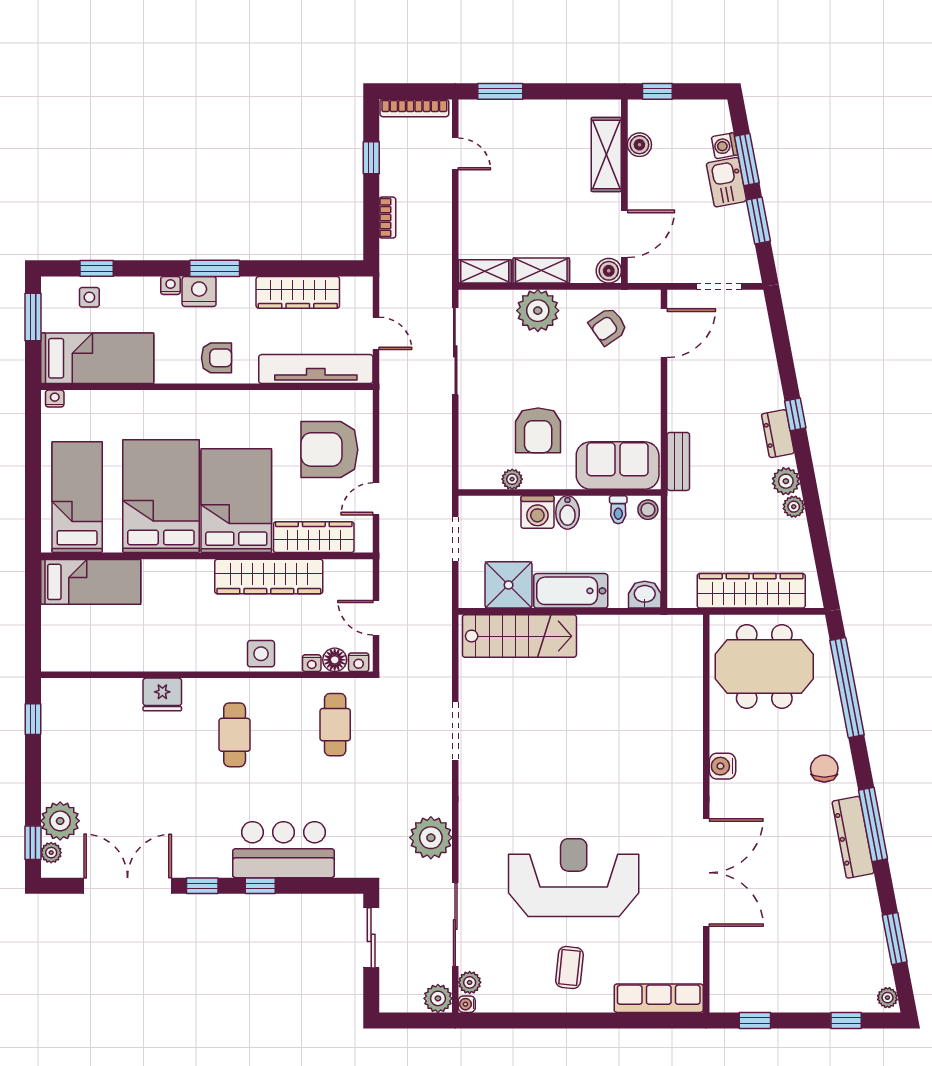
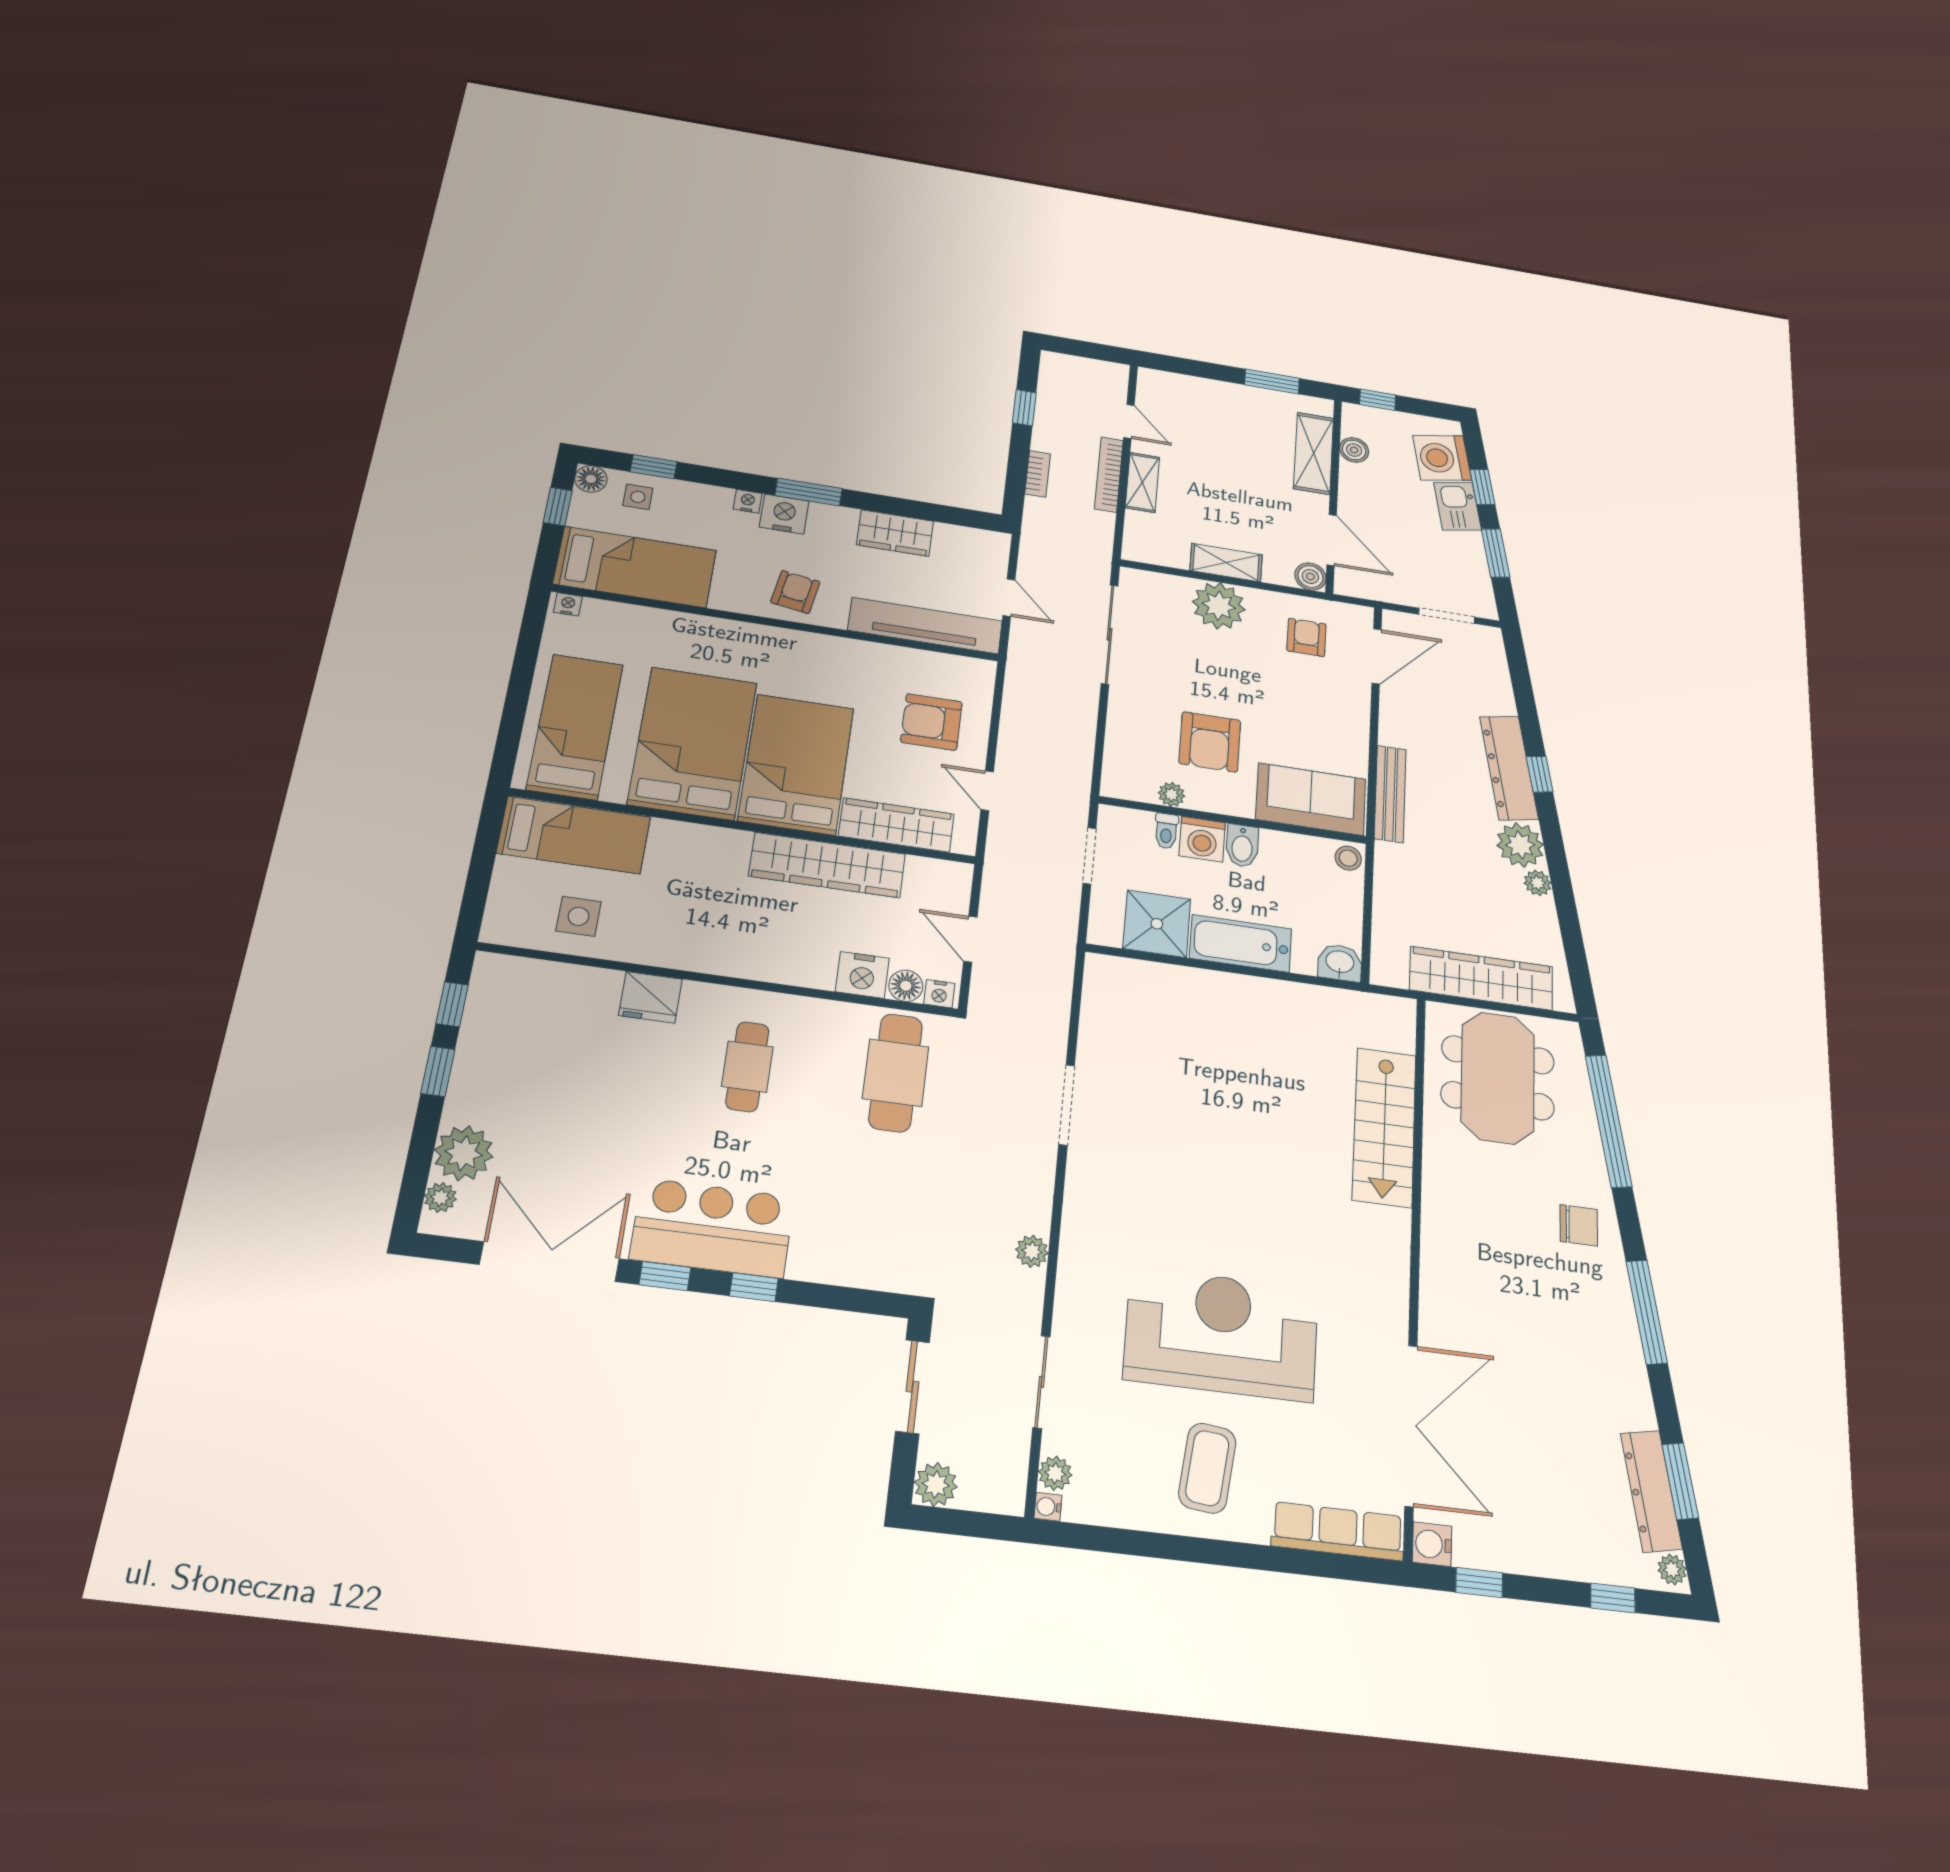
window: (500, 91) -> (1272, 382), moved
bookcase: (414, 108) -> (1109, 475), moved, turned 90
washing machine: (725, 146) -> (1442, 458), width x1.89, depth x1.89
window: (747, 160) -> (1482, 487), width x0.67
door: (624, 234) -> (1332, 540), hinge flipped
shelving: (485, 271) -> (1142, 482), moved, turned 90
floor lamp: (53, 288) -> (591, 479), added
wardrobe: (298, 292) -> (895, 533), width x0.67
window: (33, 317) -> (558, 507), width x0.67
armchair: (608, 326) -> (1306, 637), turned 125
armchair: (216, 358) -> (795, 592), turned -81
dresser: (778, 434) -> (1509, 768), width x1.96, depth x1.24
armchair: (329, 450) -> (931, 722), width x0.73, depth x0.73
bench: (678, 461) -> (1390, 794), width x1.36
plant: (786, 481) -> (1520, 845), width x1.36, depth x1.36
door: (376, 499) -> (987, 791), hinge flipped
toilet: (618, 510) -> (1166, 831), moved
stairs: (519, 636) -> (1384, 1127), moved, turned 90
side table: (261, 654) -> (578, 916), moved
nightstand: (312, 663) -> (862, 975), width x1.89, depth x1.79
meeting table: (764, 666) -> (1498, 1078), turned 90
cafe table: (335, 725) -> (896, 1073), width x1.37, depth x1.35
water cooler: (723, 766) -> (1432, 1544), moved
chair: (824, 769) -> (1579, 1225), turned 90
dresser: (853, 837) -> (1651, 1491), moved
plant: (431, 838) -> (1032, 1251), width x0.53, depth x0.53
window: (33, 843) -> (438, 1071), moved
bar counter: (284, 850) -> (712, 1228), moved
double door: (706, 873) -> (1411, 1425), moved
sliding door: (455, 925) -> (1041, 1382), width x0.73
coffee table: (569, 968) -> (1207, 1468), width x1.36, depth x1.30
plant: (438, 998) -> (936, 1485), moved

